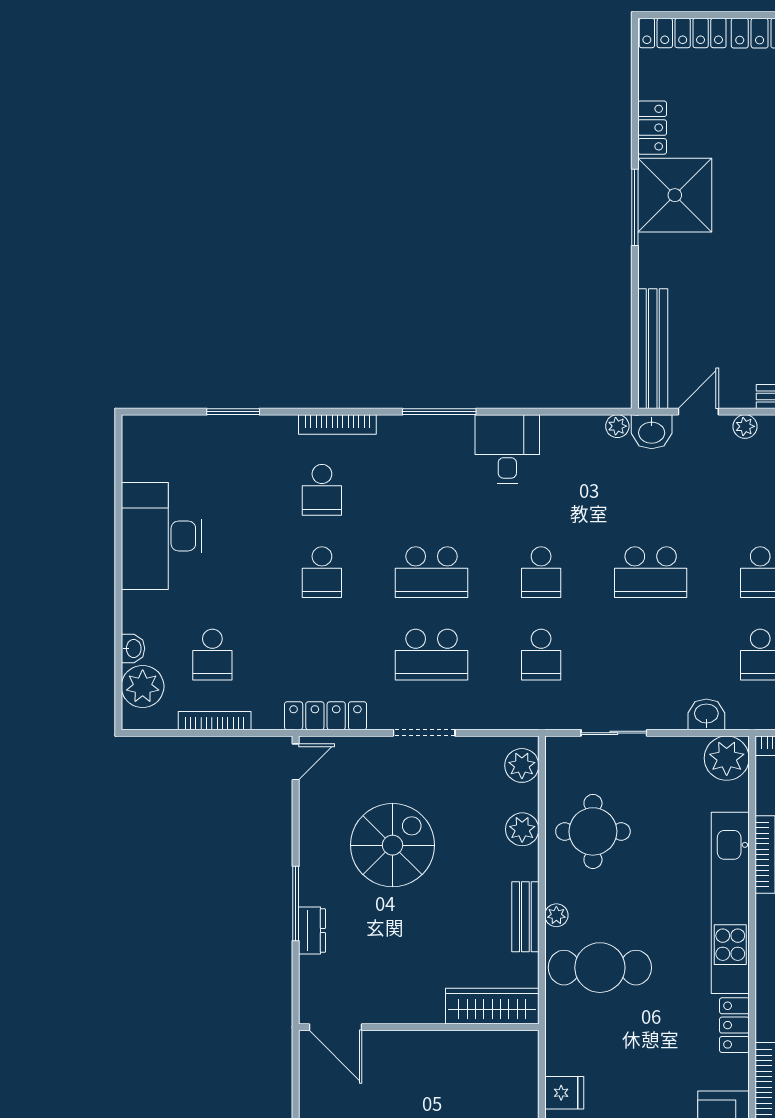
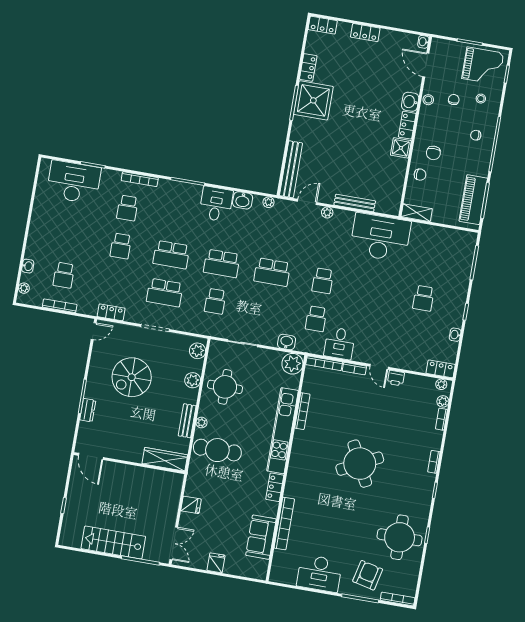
locker: (683, 33) -> (323, 25), width x0.66
washbasin: (652, 432) -> (243, 200), moved
desk: (162, 536) -> (74, 182), moved, turned 90
school desk: (541, 572) -> (222, 263), width x1.85
plant: (143, 686) -> (24, 288), width x0.53, depth x0.53
locker: (326, 716) -> (111, 312), width x0.66
spiral stairs: (392, 845) -> (132, 377), turned 180

